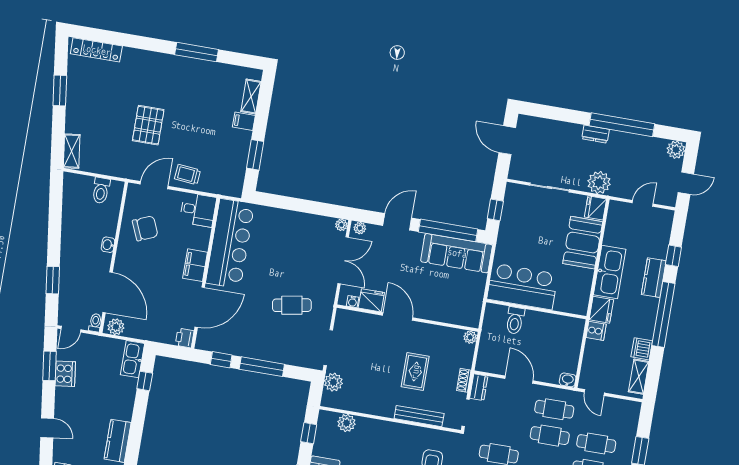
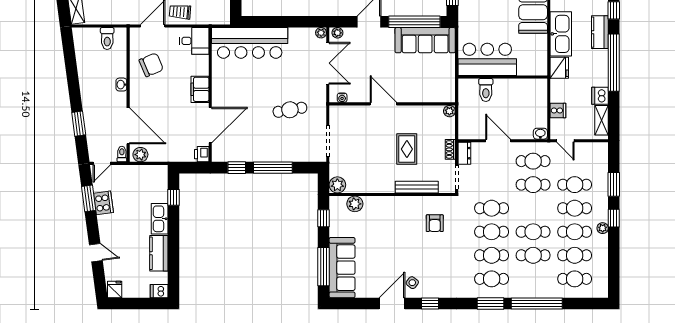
bar counter: (230, 244) -> (250, 43), moved, turned 90
fridge: (371, 300) -> (358, 94), removed
cooker: (596, 331) -> (558, 110), moved
kitchen sink: (132, 359) -> (160, 219), moved
plant: (333, 382) -> (337, 185), moved

